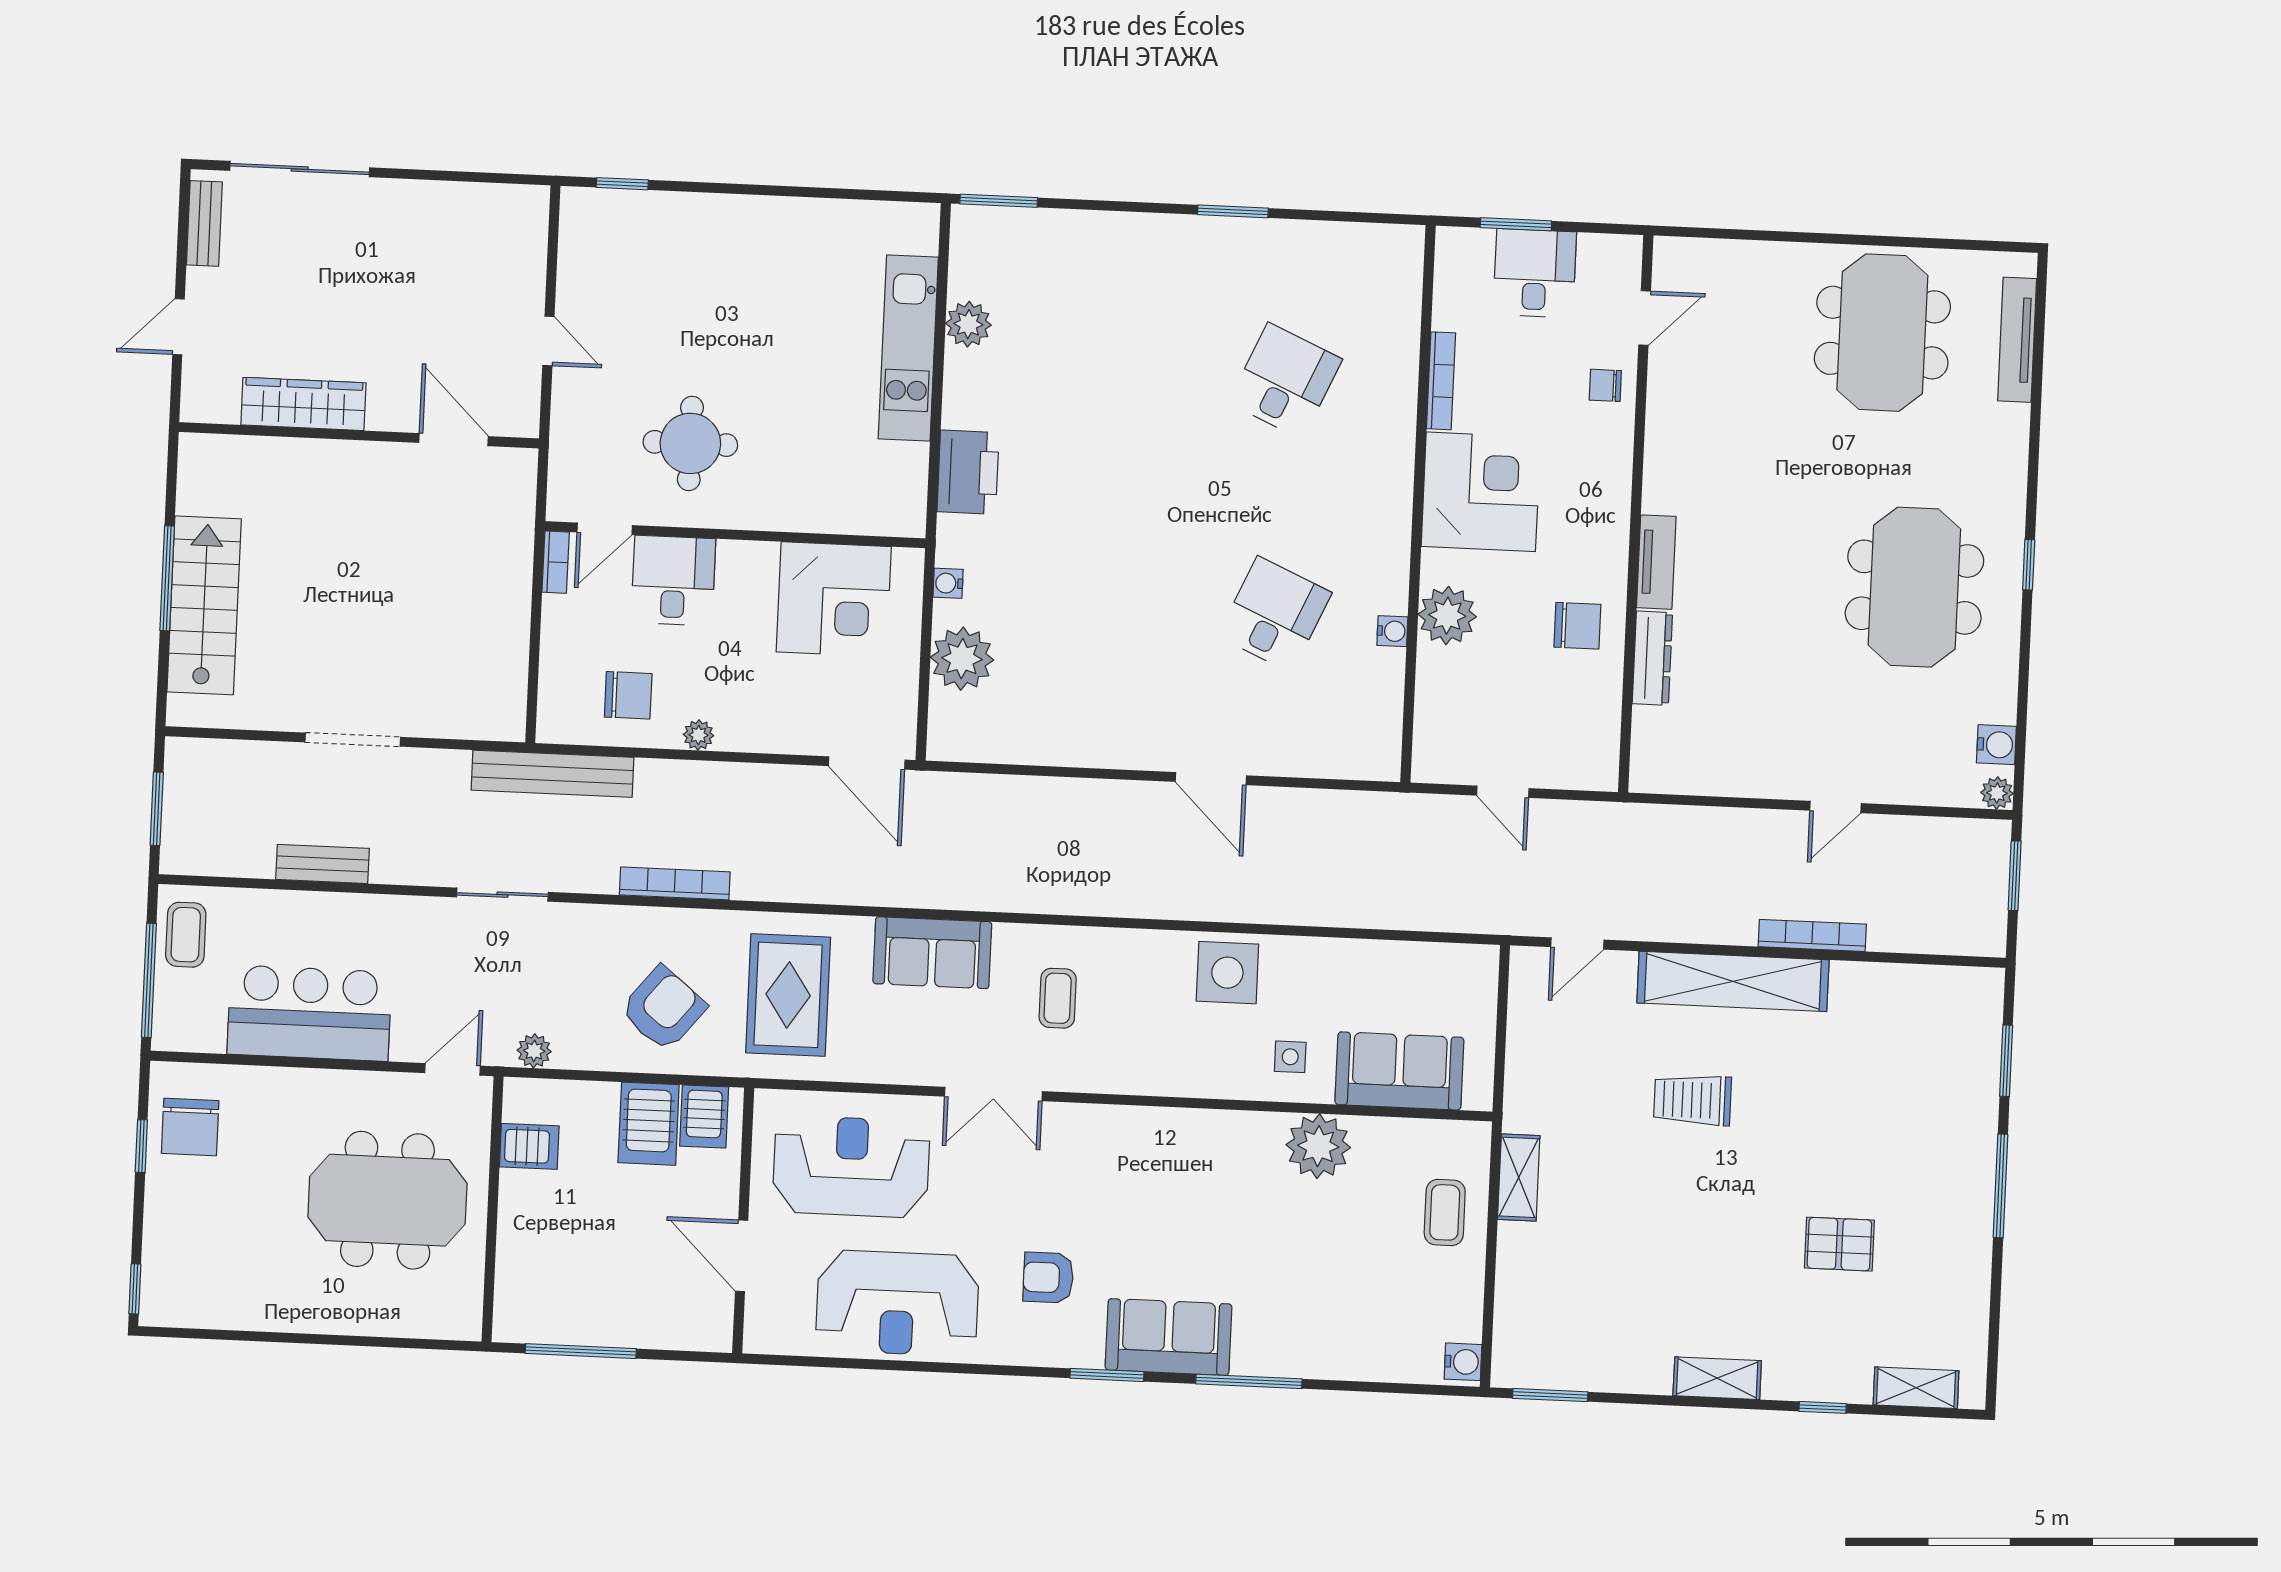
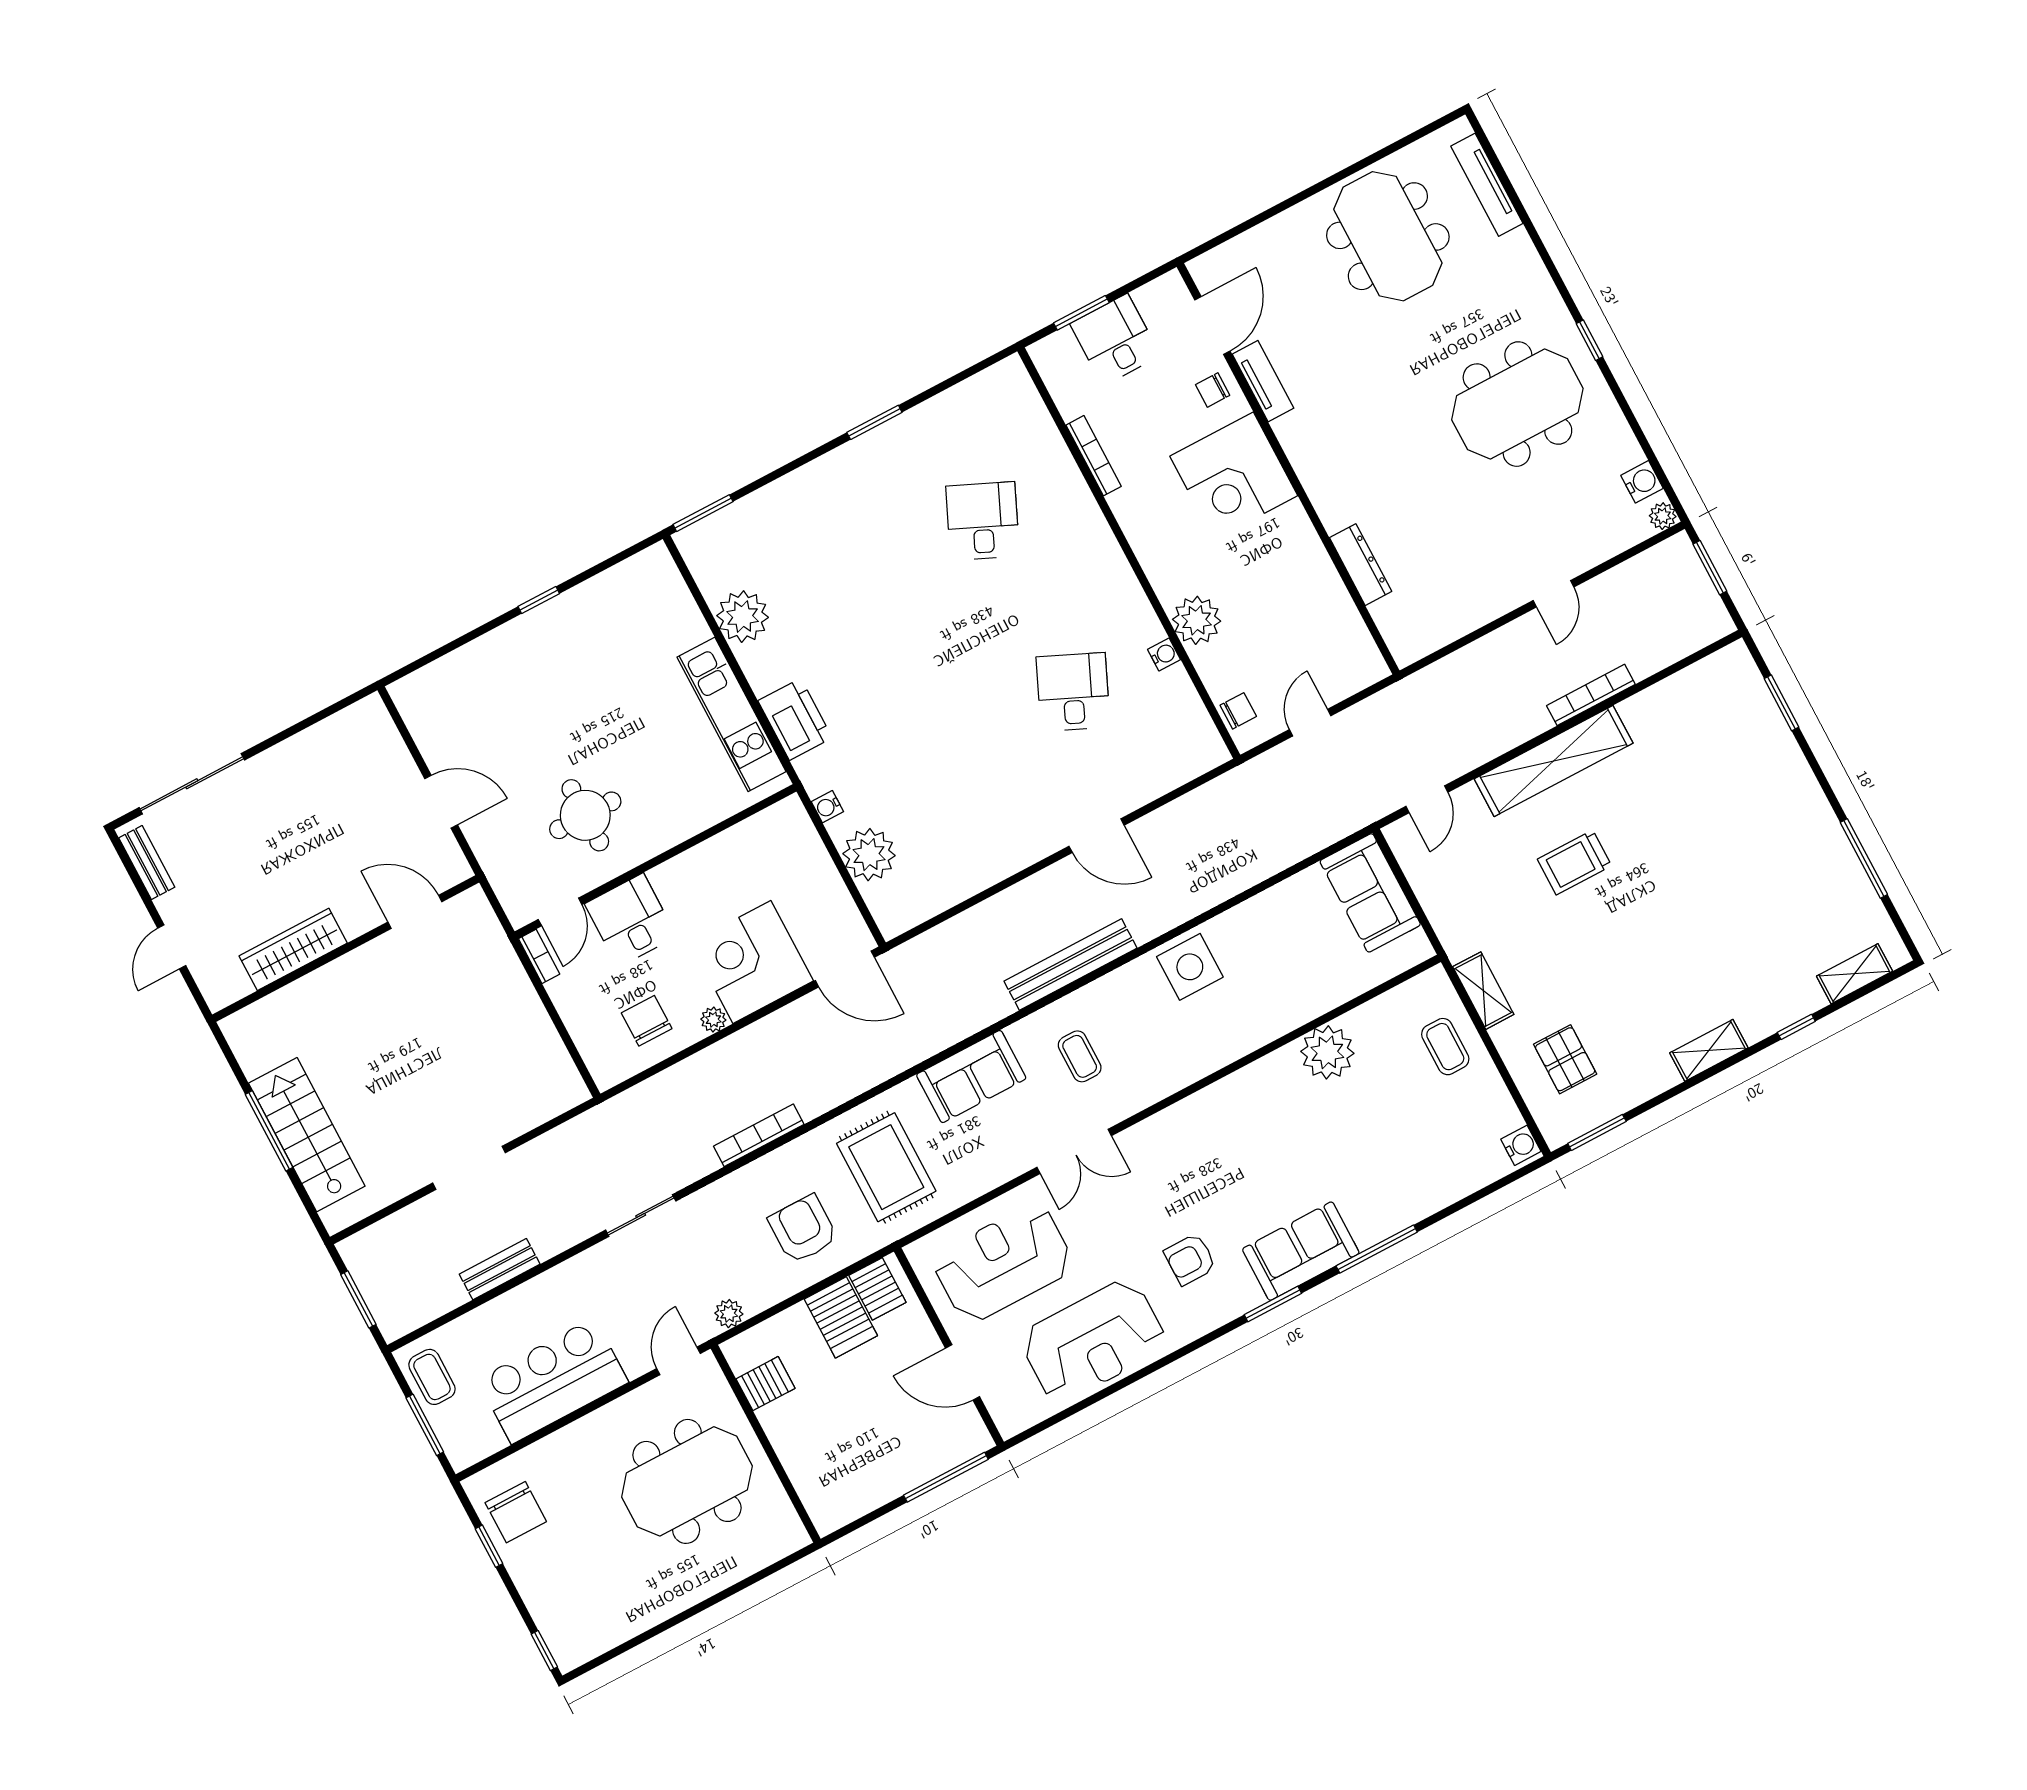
window: (622, 184) -> (539, 600), moved
door: (1645, 318) -> (1212, 326), width x1.38
plant: (968, 324) -> (743, 617), width x1.36, depth x1.36
door: (548, 341) -> (441, 802), width x1.37
kitchen unit: (908, 348) -> (731, 714), moved
corner desk: (1481, 492) -> (1234, 476), moved, turned 180
tv unit: (1656, 562) -> (1263, 381), moved
meeting table: (1914, 587) -> (1517, 404), turned 90
corner desk: (834, 599) -> (752, 962), moved, turned 180
chair: (1577, 626) -> (1238, 711), moved, width x0.73, depth x0.73
chair: (628, 695) -> (647, 1021), turned -90
bench: (552, 774) -> (1070, 965), moved
door: (1503, 792) -> (1310, 723), swing flipped
window: (149, 980) -> (425, 1425), width x0.69
armchair: (663, 1009) -> (803, 1229), turned -39
side table: (1290, 1057) -> (1270, 1001), removed
sofa: (1399, 1071) -> (1370, 893), moved, turned -90
window: (2000, 1186) -> (1864, 858), moved
pallet: (1839, 1244) -> (1565, 1059), moved, turned 90
window: (581, 1351) -> (946, 1477), moved

